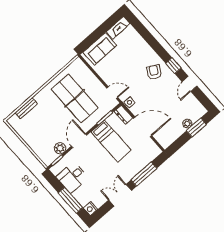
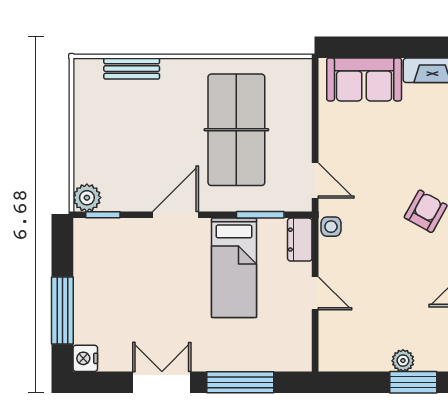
door: (143, 127) -> (315, 293), width x0.53
plant: (60, 148) -> (87, 198), moved
desk: (72, 177) -> (103, 271), removed

